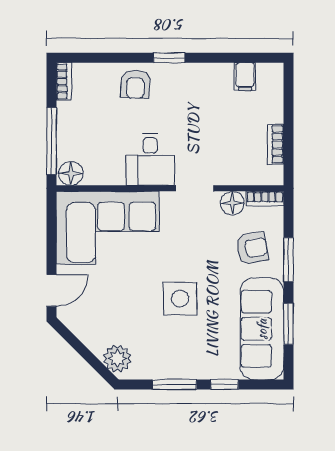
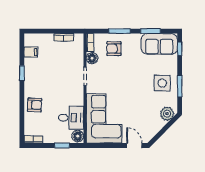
window: (169, 58) -> (22, 73), moved
window: (51, 141) -> (62, 145), width x0.46
desk: (150, 159) -> (71, 118), moved
armchair: (252, 248) -> (114, 49), turned -79
side table: (180, 299) -> (162, 83), moved
sofa: (262, 329) -> (159, 44), width x0.73
window: (225, 384) -> (180, 49), moved

